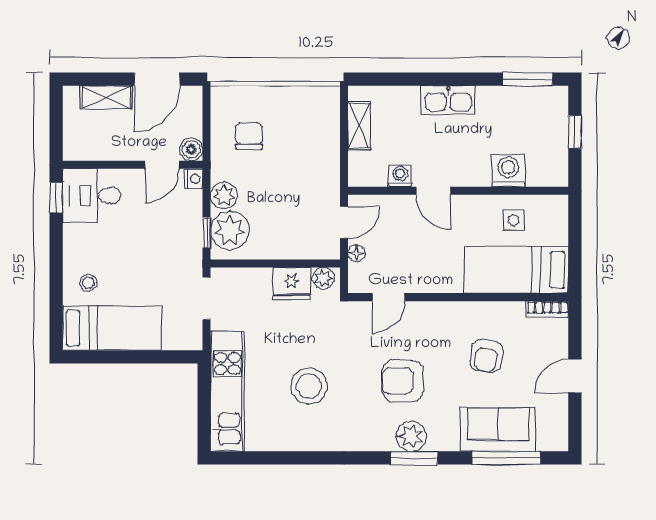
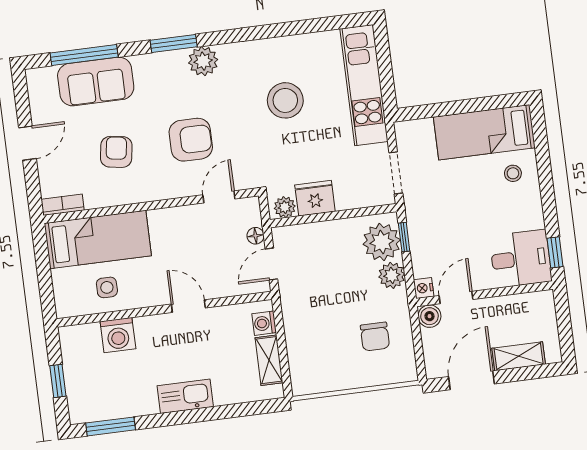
washing machine: (400, 176) -> (264, 323), moved, turned 90
armchair: (403, 381) -> (191, 140), moved
plant: (411, 436) -> (203, 61), moved

